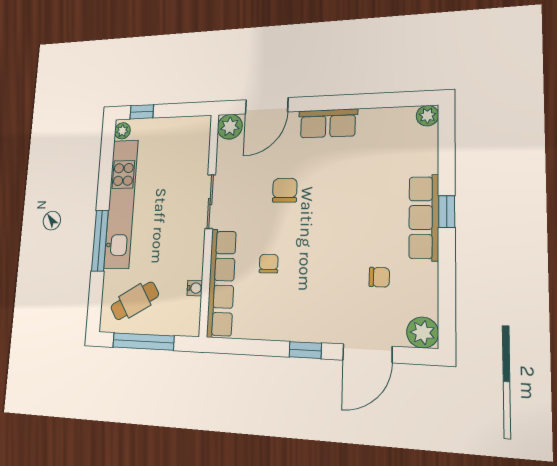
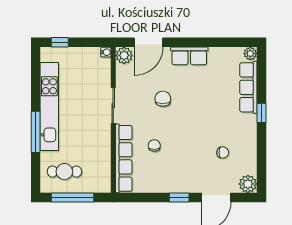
plant: (122, 131) -> (46, 55), removed
row of seats: (424, 218) -> (248, 87), moved
water cooler: (195, 288) -> (106, 52), moved
cafe table: (135, 301) -> (64, 172), turned 31

